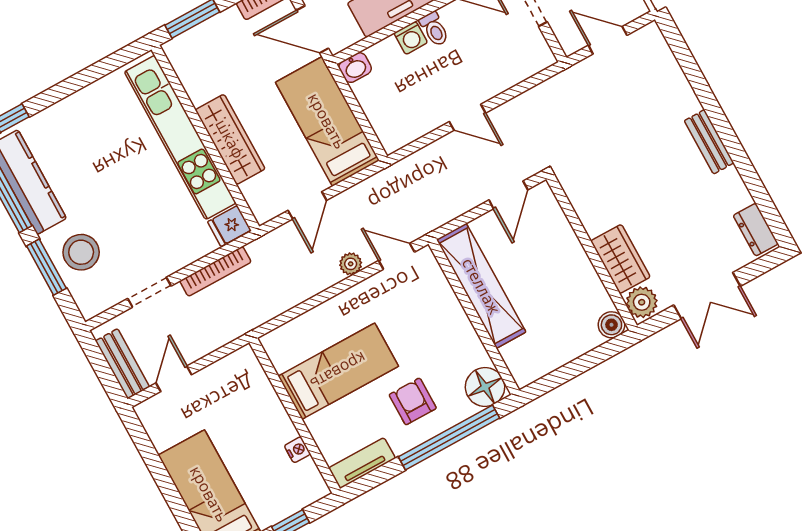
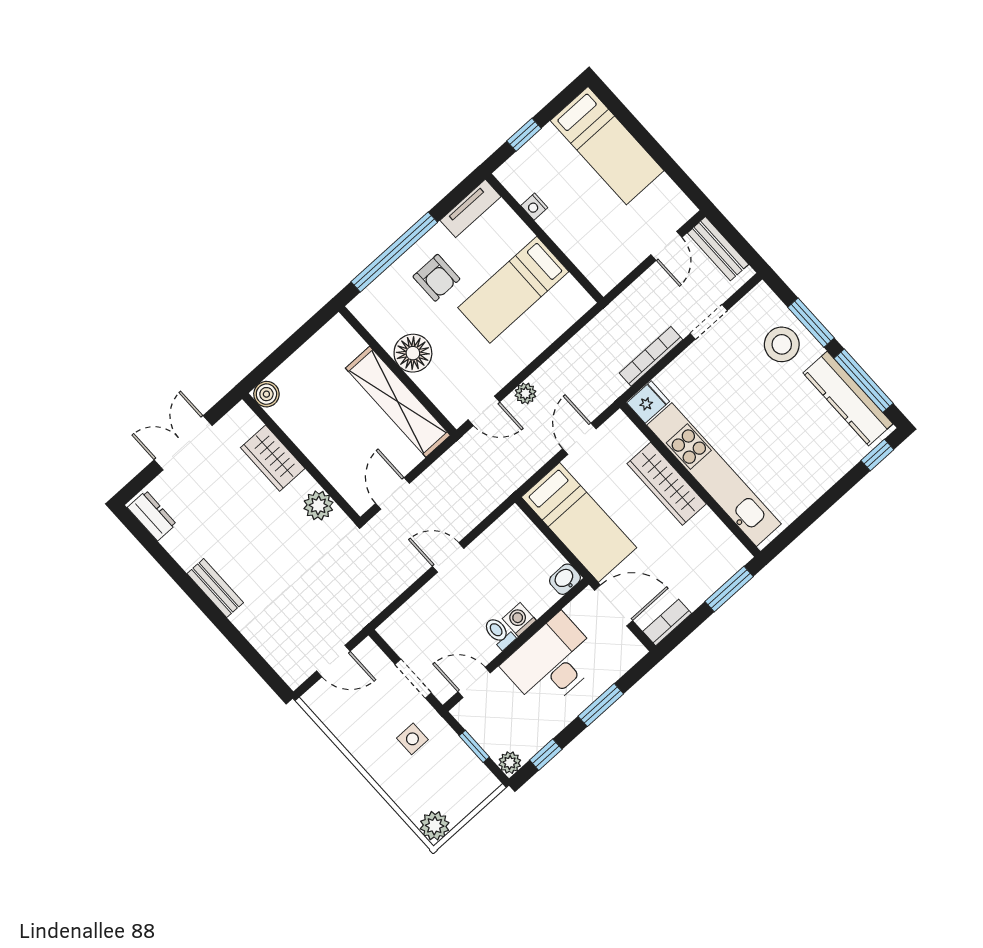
plant: (642, 302) -> (318, 505), moved
floor lamp: (485, 387) -> (413, 353), moved

